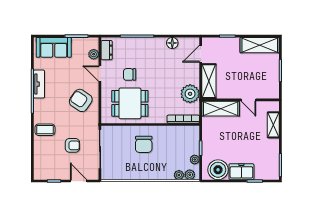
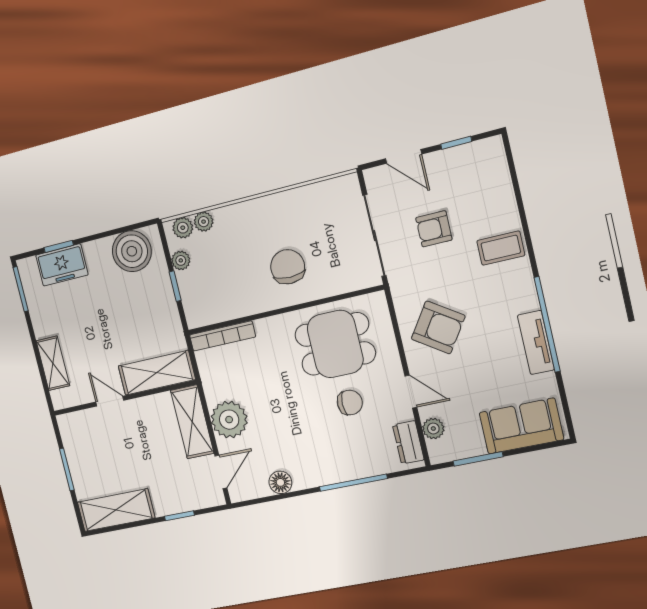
plant: (190, 94) -> (229, 420), moved
freezer: (241, 172) -> (62, 265), moved

